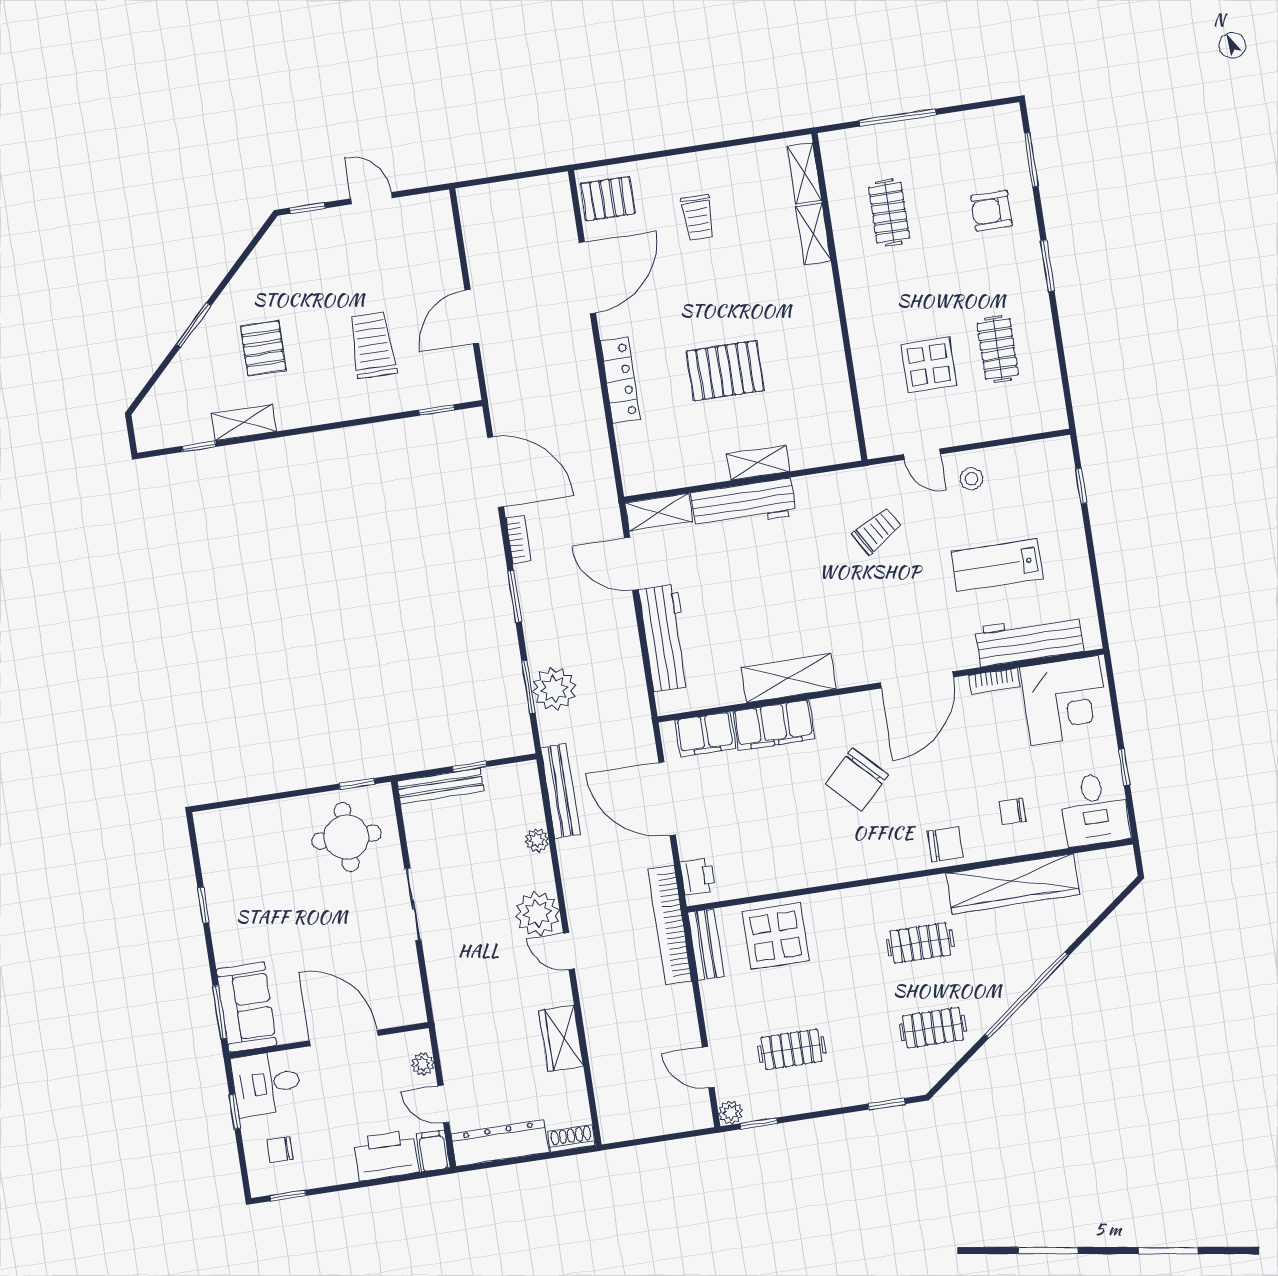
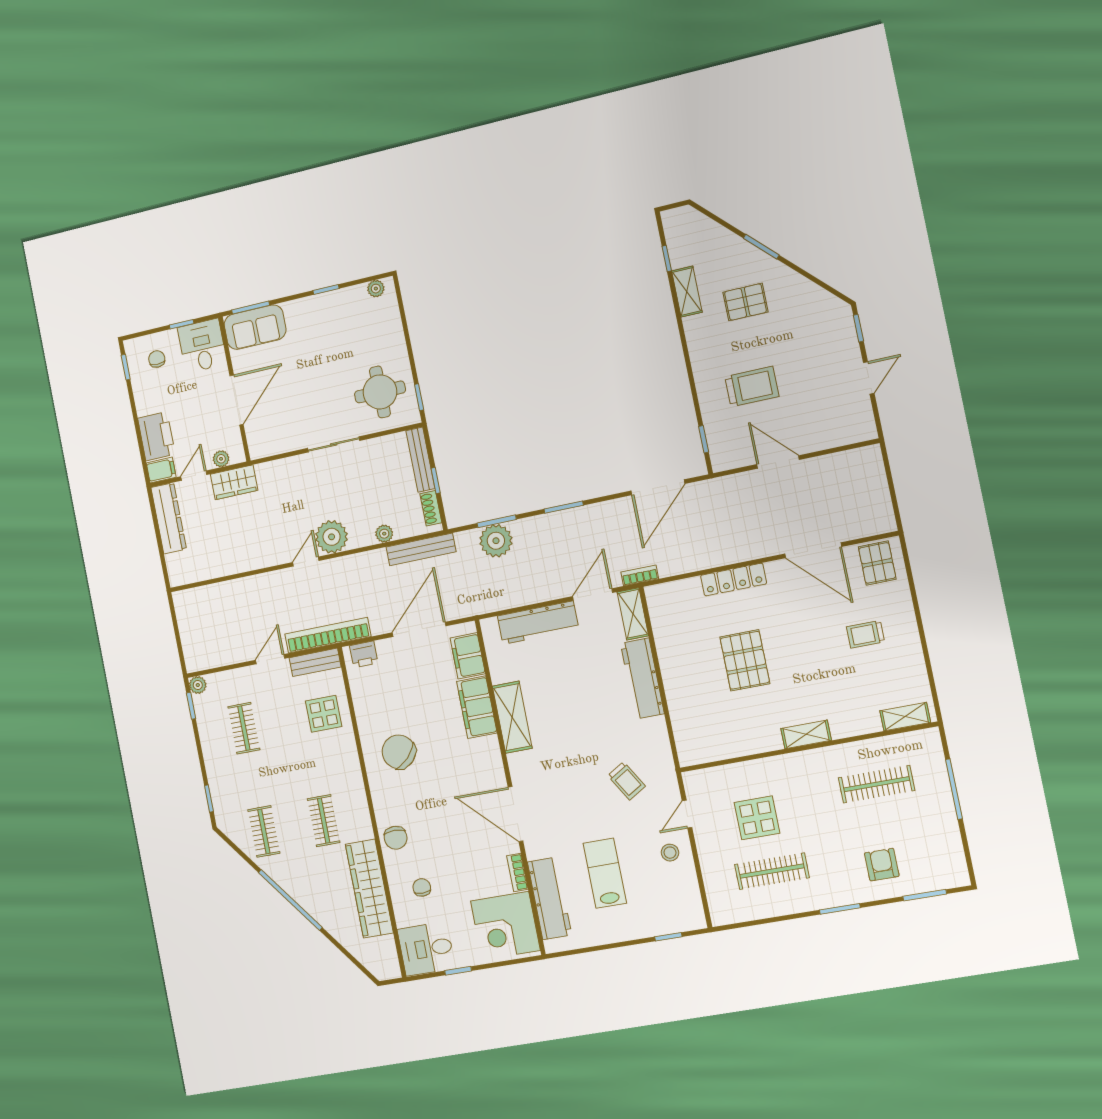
clothes rail: (889, 213) -> (877, 784), width x1.36
shelving: (813, 234) -> (806, 734), moved
clothes rail: (998, 349) -> (772, 871), width x1.36
shelving: (758, 463) -> (674, 688), removed
bookcase: (518, 540) -> (640, 575), moved, turned 180
chair: (857, 779) -> (399, 752), moved
plant: (207, 836) -> (376, 289), added
display table: (776, 936) -> (324, 714), width x0.73, depth x0.73
wardrobe: (561, 1038) -> (234, 482), moved, turned 180
door: (708, 1067) -> (270, 659), moved
shoe rack: (571, 1138) -> (431, 508), moved, turned 180

